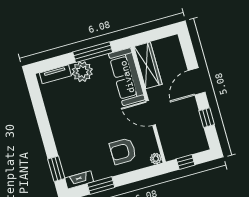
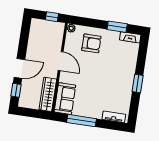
plant: (82, 72) -> (95, 110), removed
sofa: (127, 77) -> (65, 99), width x0.73
window: (207, 118) -> (16, 90), moved
window: (56, 169) -> (138, 83), moved

